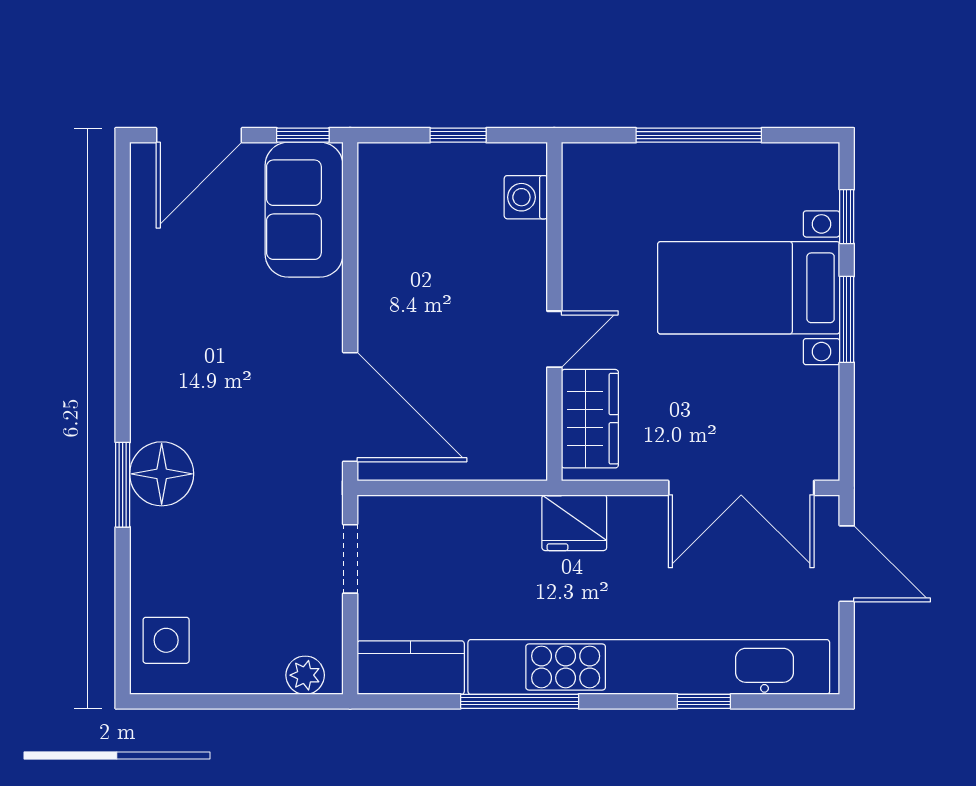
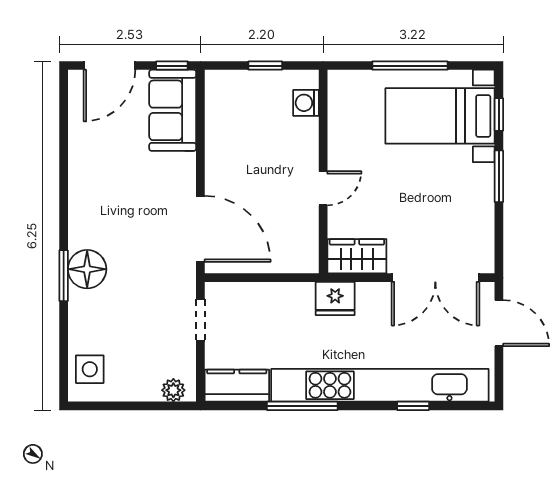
bed with nightstands: (749, 288) -> (440, 116), moved
wardrobe: (590, 419) -> (357, 256), moved, turned -90

